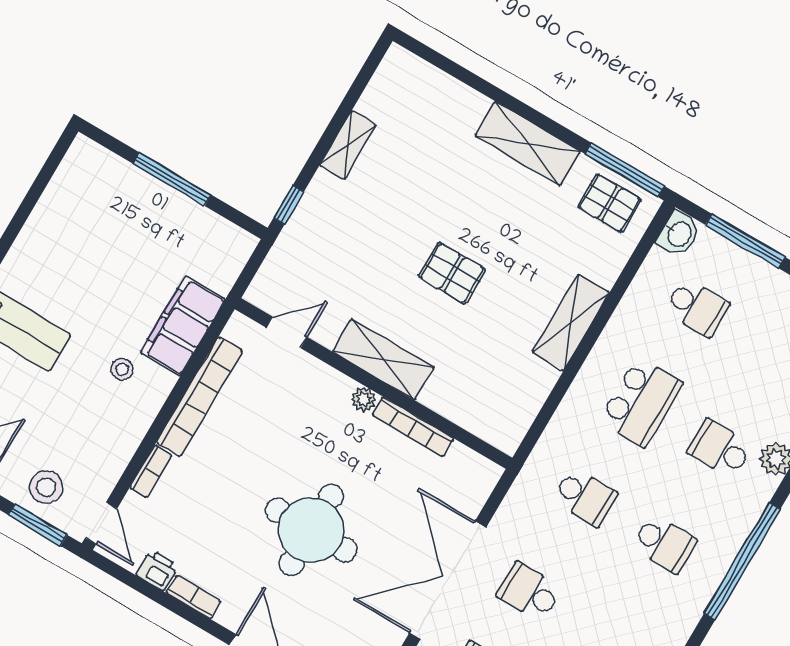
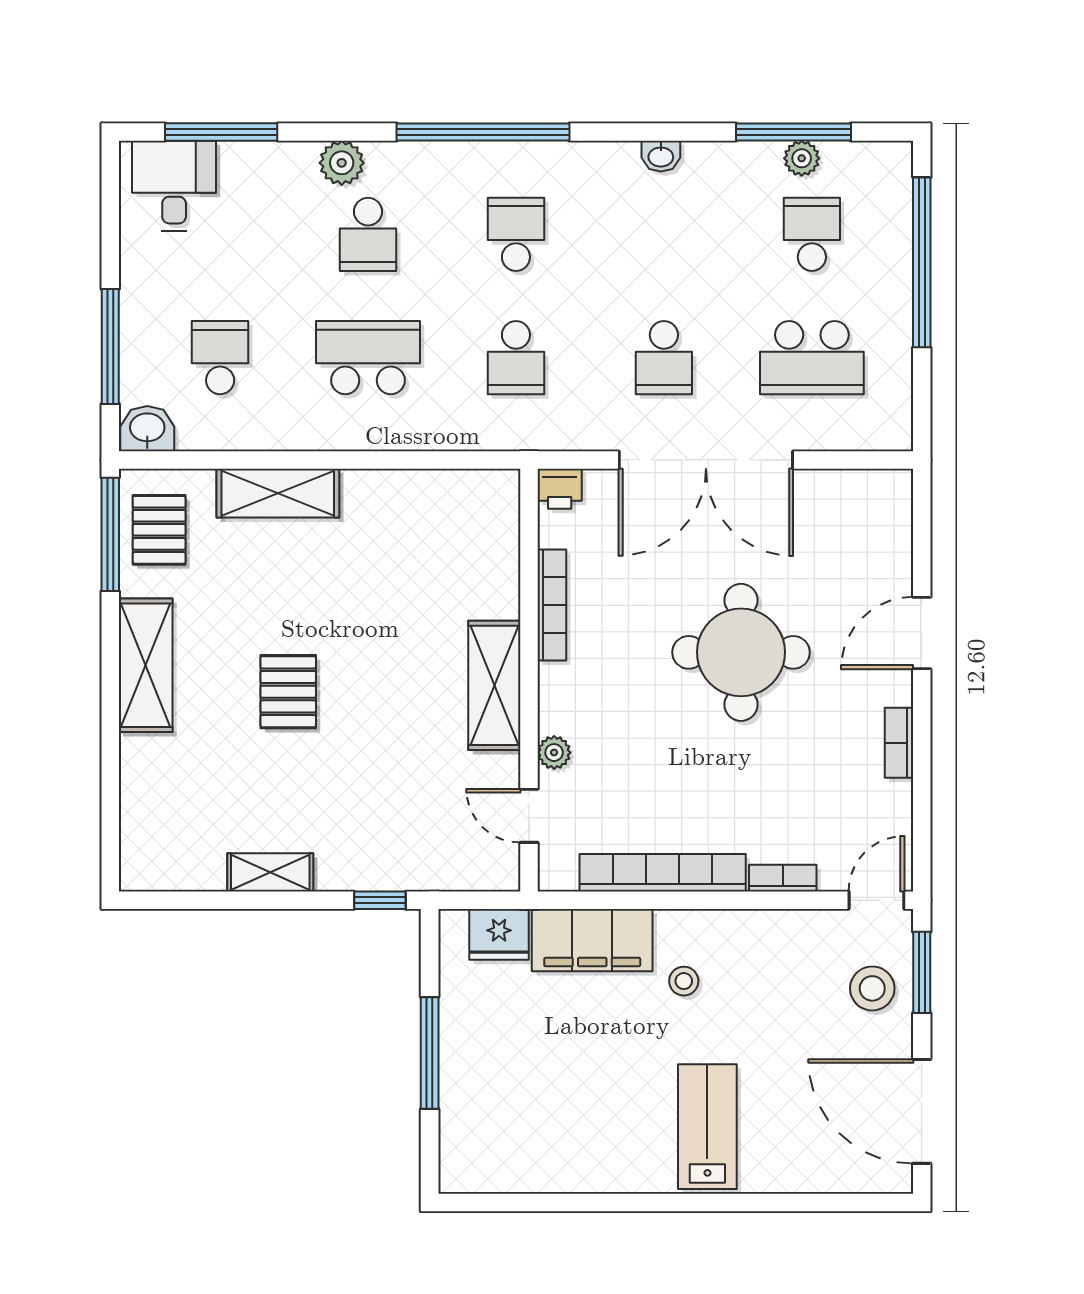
fridge: (222, 268) -> (499, 934), added
pallet: (452, 273) -> (288, 692), moved
shelving: (571, 322) -> (278, 493), moved
plant: (364, 399) -> (554, 753), moved
school desk: (585, 497) -> (516, 358), turned 180
printer: (157, 570) -> (560, 489), moved, turned -90

